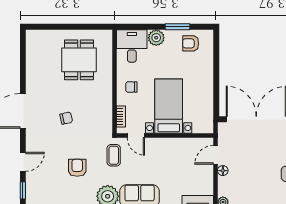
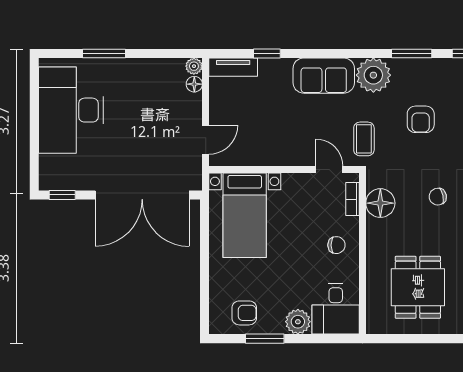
bed with nightstands: (169, 106) -> (245, 215), moved
floor lamp: (103, 114) -> (380, 203), added
floor lamp: (223, 171) -> (194, 84), moved

